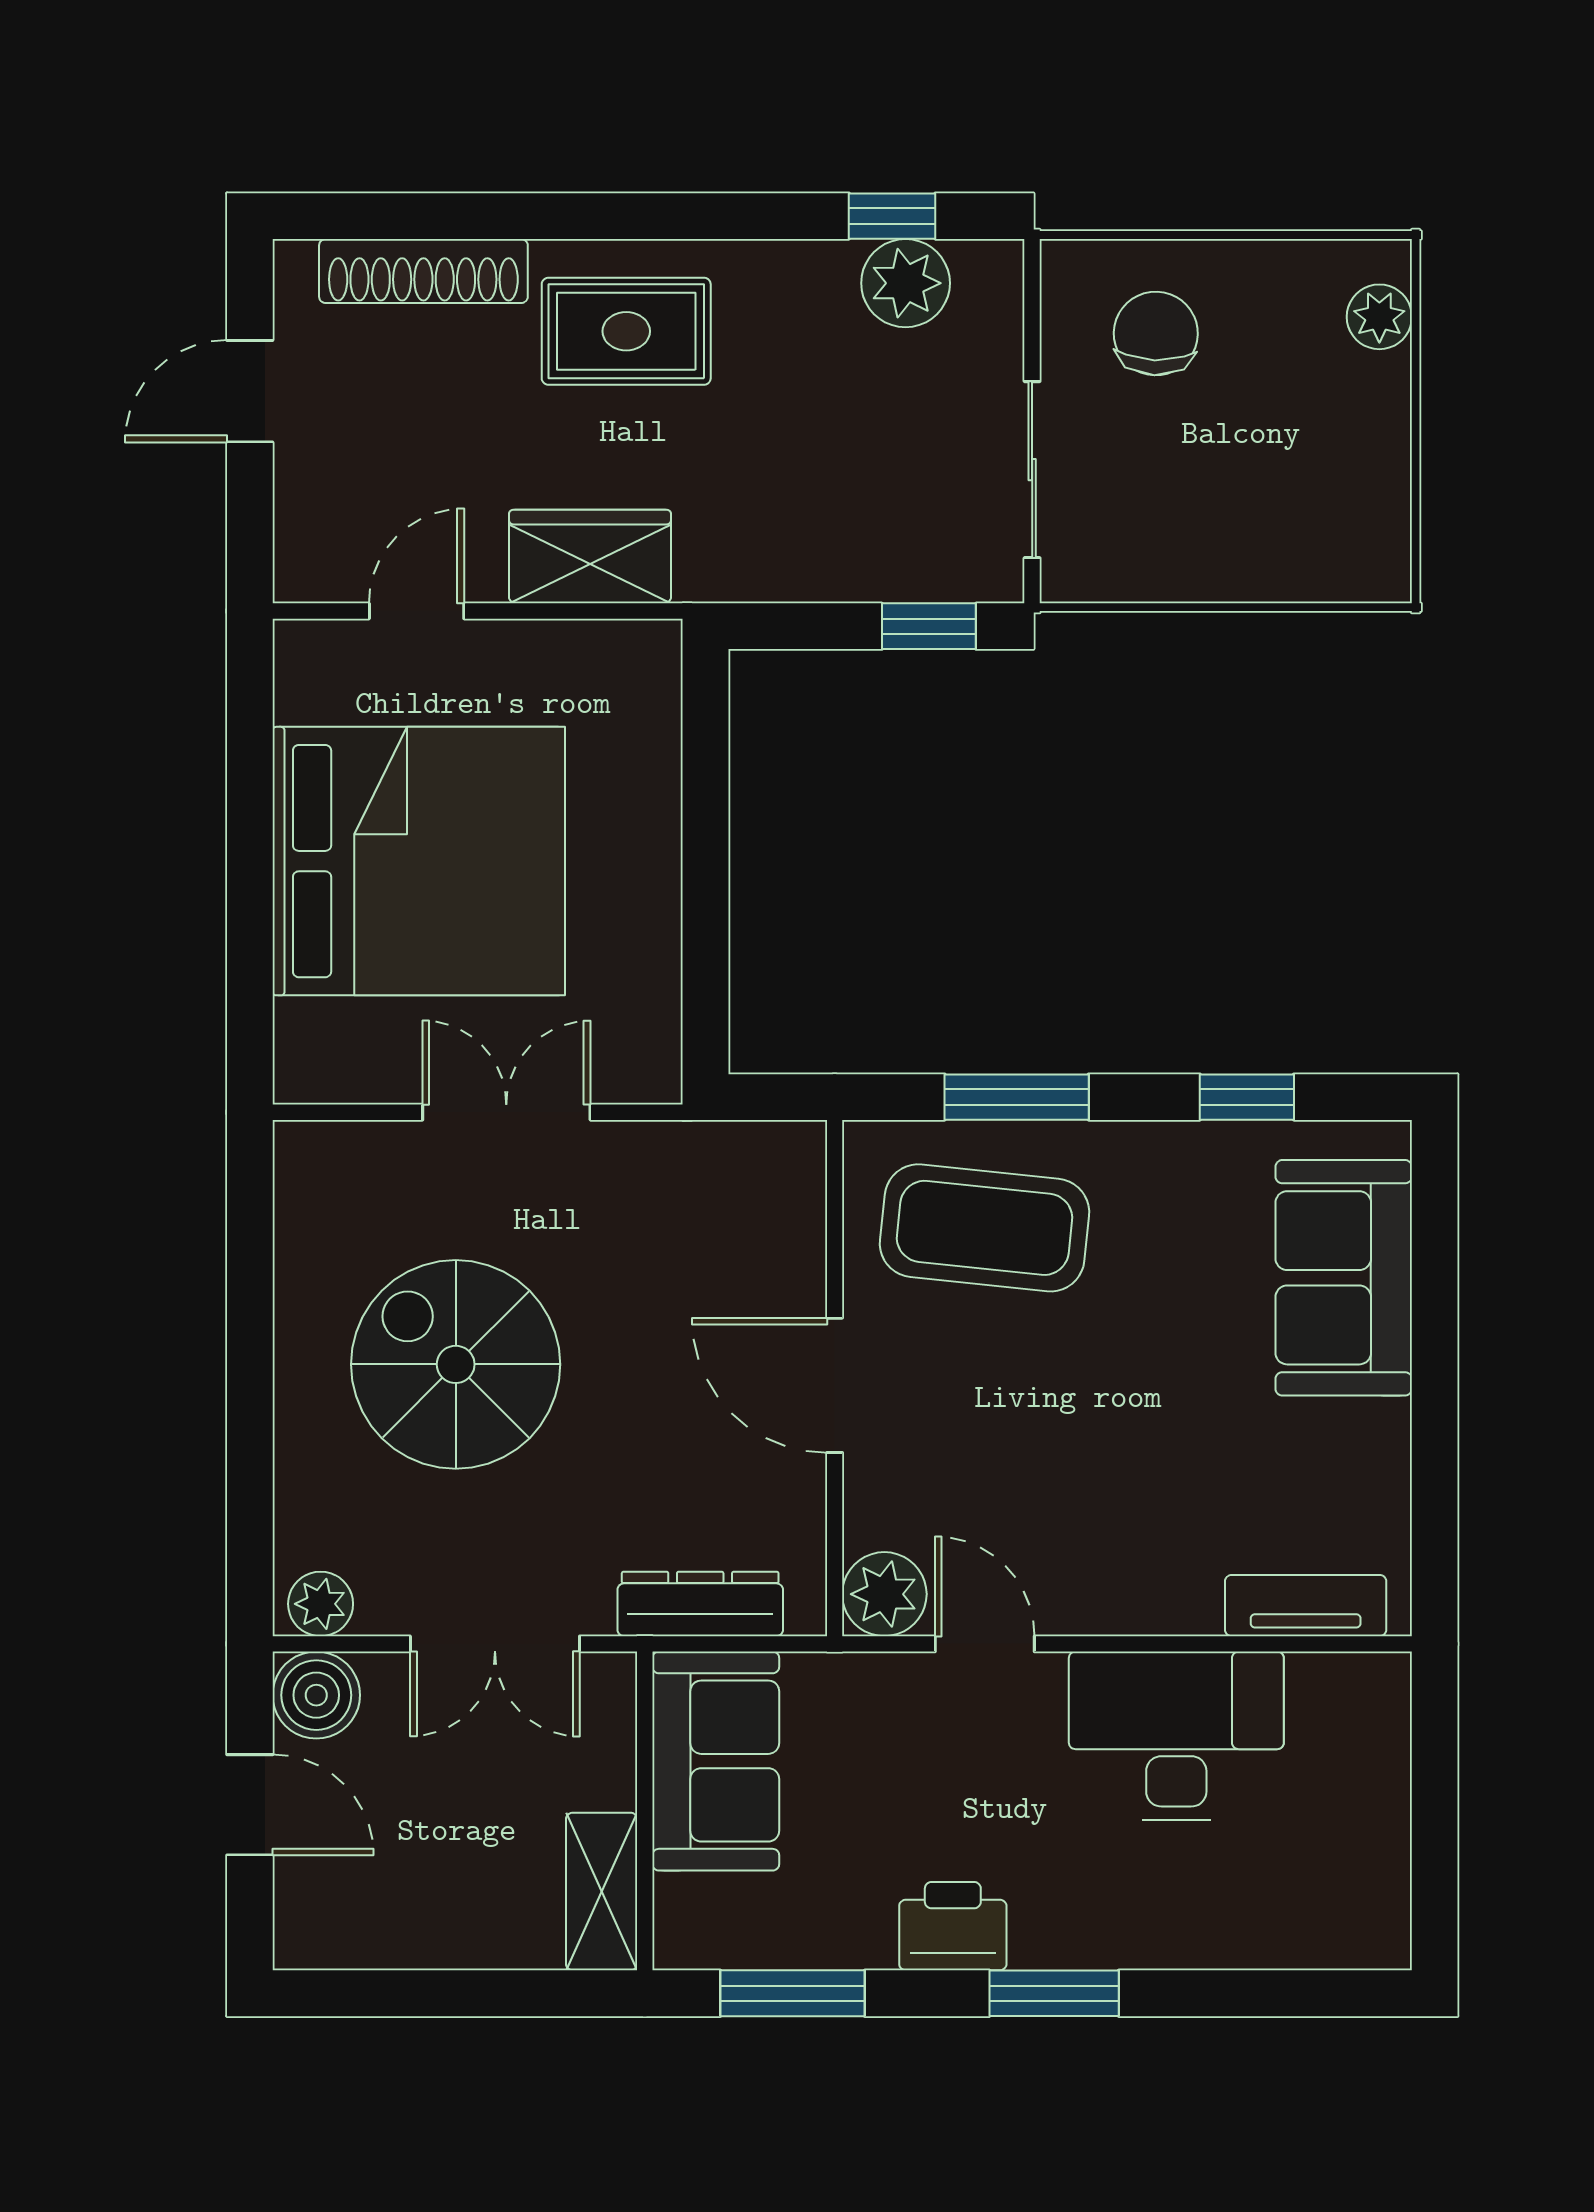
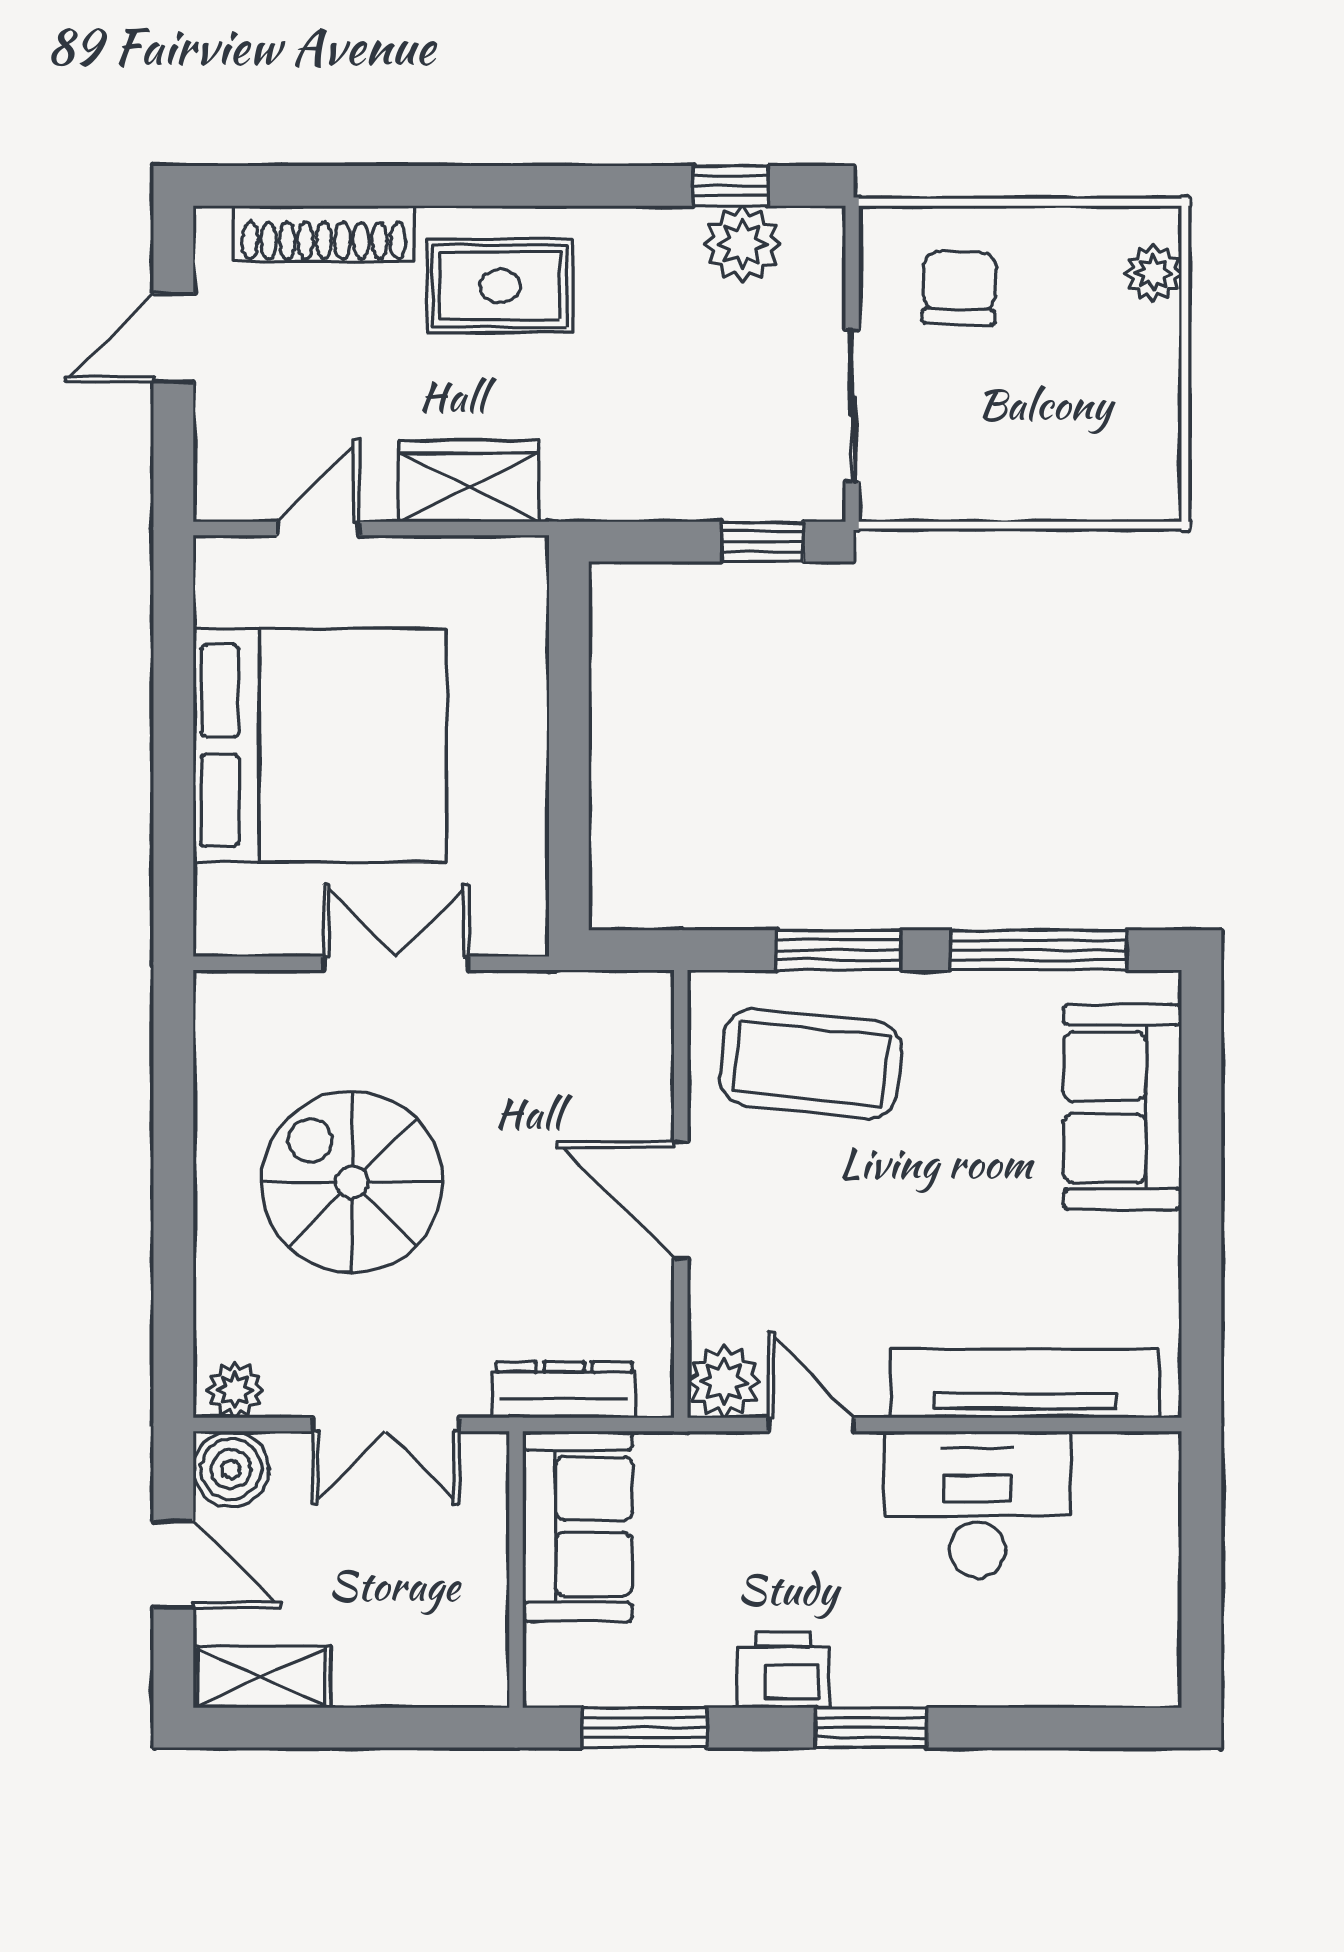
window: (1247, 1097) -> (1038, 950), width x2.17
tv unit: (1306, 1606) -> (1025, 1384), width x1.92, depth x1.29
shelving: (602, 1892) -> (262, 1677), moved, turned 90

